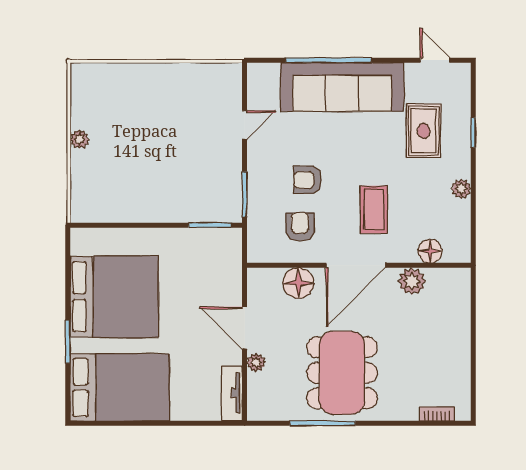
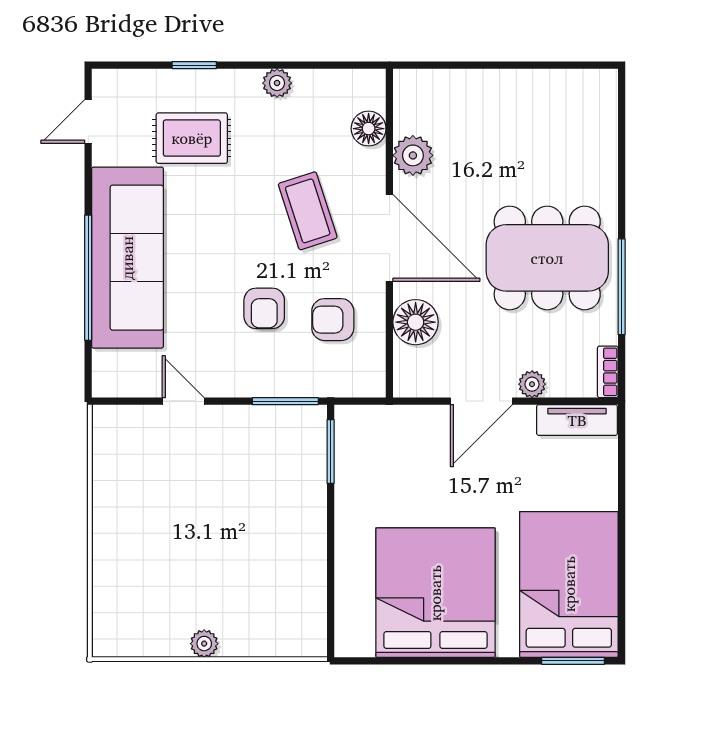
coffee table: (374, 210) -> (308, 211), turned 72
window: (68, 342) -> (573, 661), moved
bookcase: (437, 414) -> (608, 372), moved

